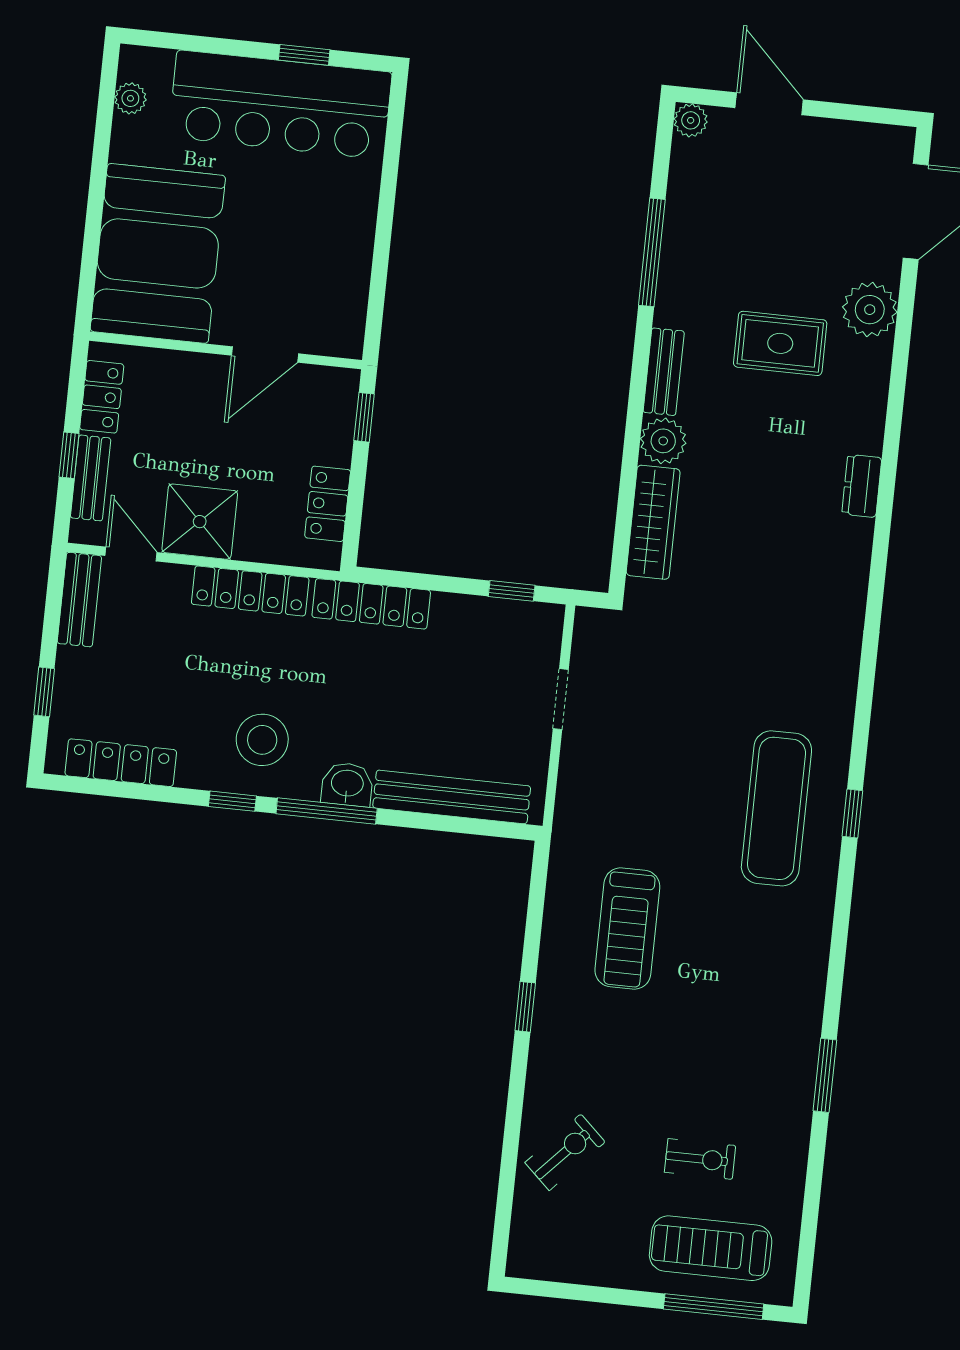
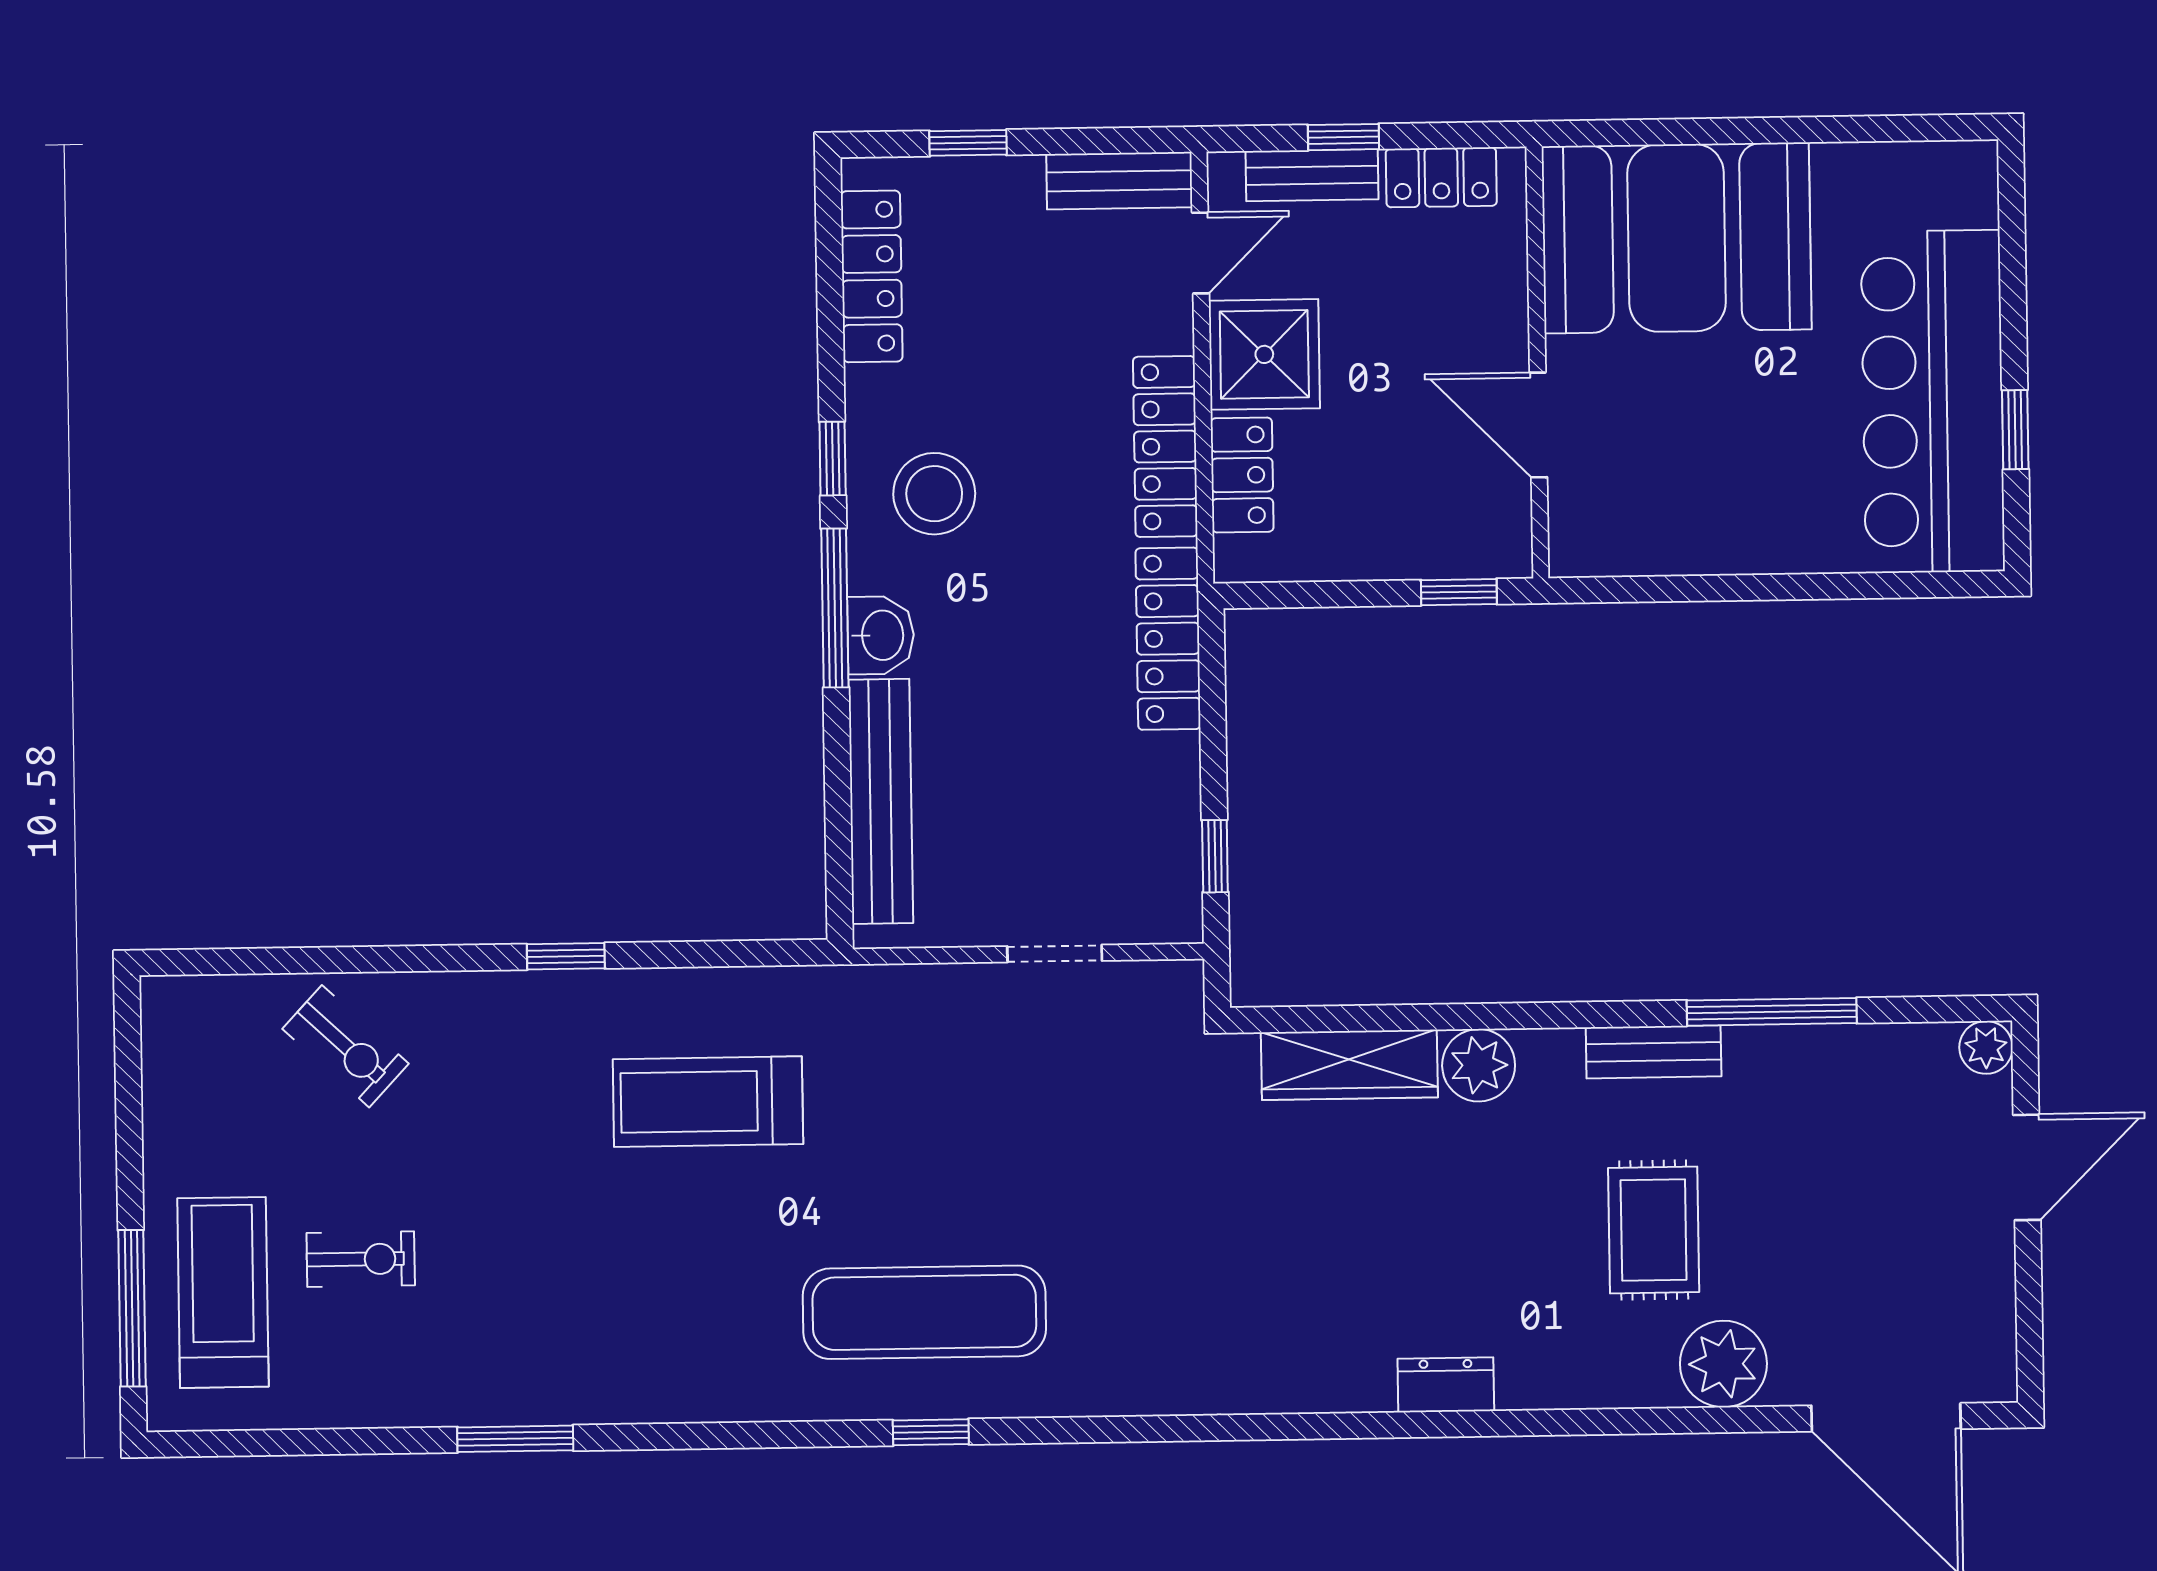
plant: (130, 98) -> (1914, 166), removed
bench: (664, 372) -> (1654, 1052), moved
locker: (328, 504) -> (1242, 475), moved, turned 90
exercise bike: (700, 1159) -> (361, 1259), turned -90

